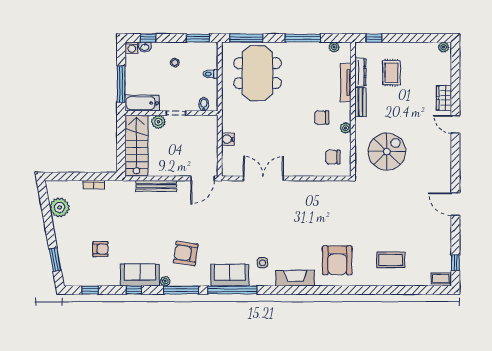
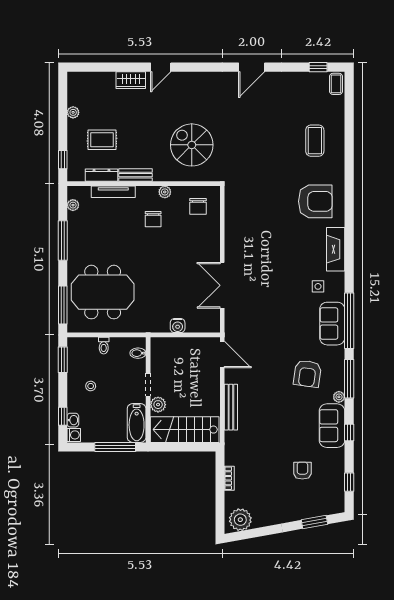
plant: (444, 47) -> (73, 112), moved
plant: (60, 207) -> (240, 520), moved

